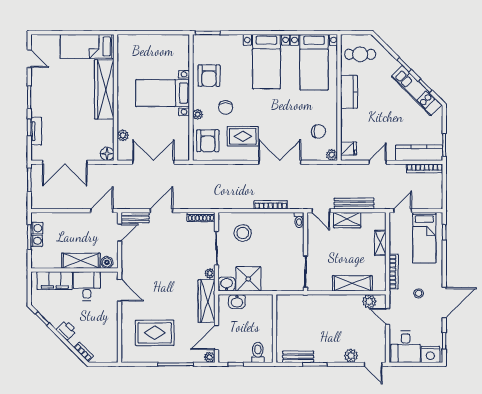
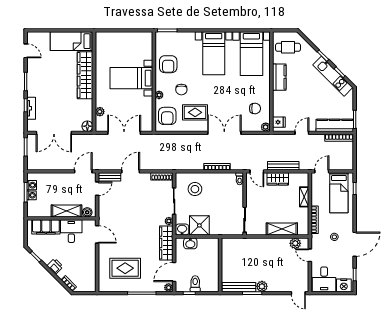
toilet: (258, 352) -> (195, 284), moved
plant: (351, 356) -> (262, 286), moved
bench: (298, 357) -> (239, 287), width x1.36

